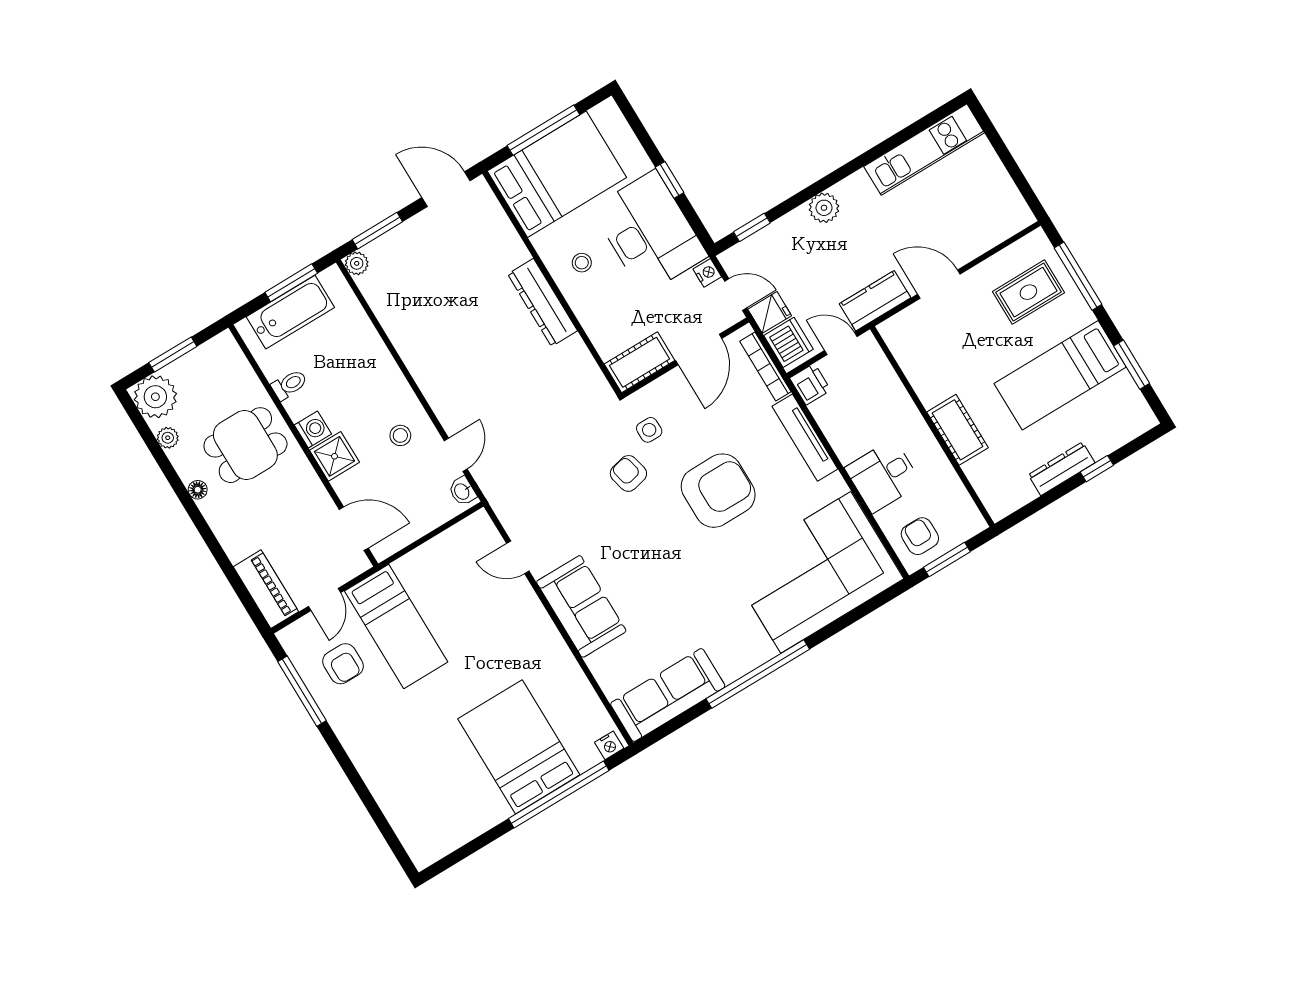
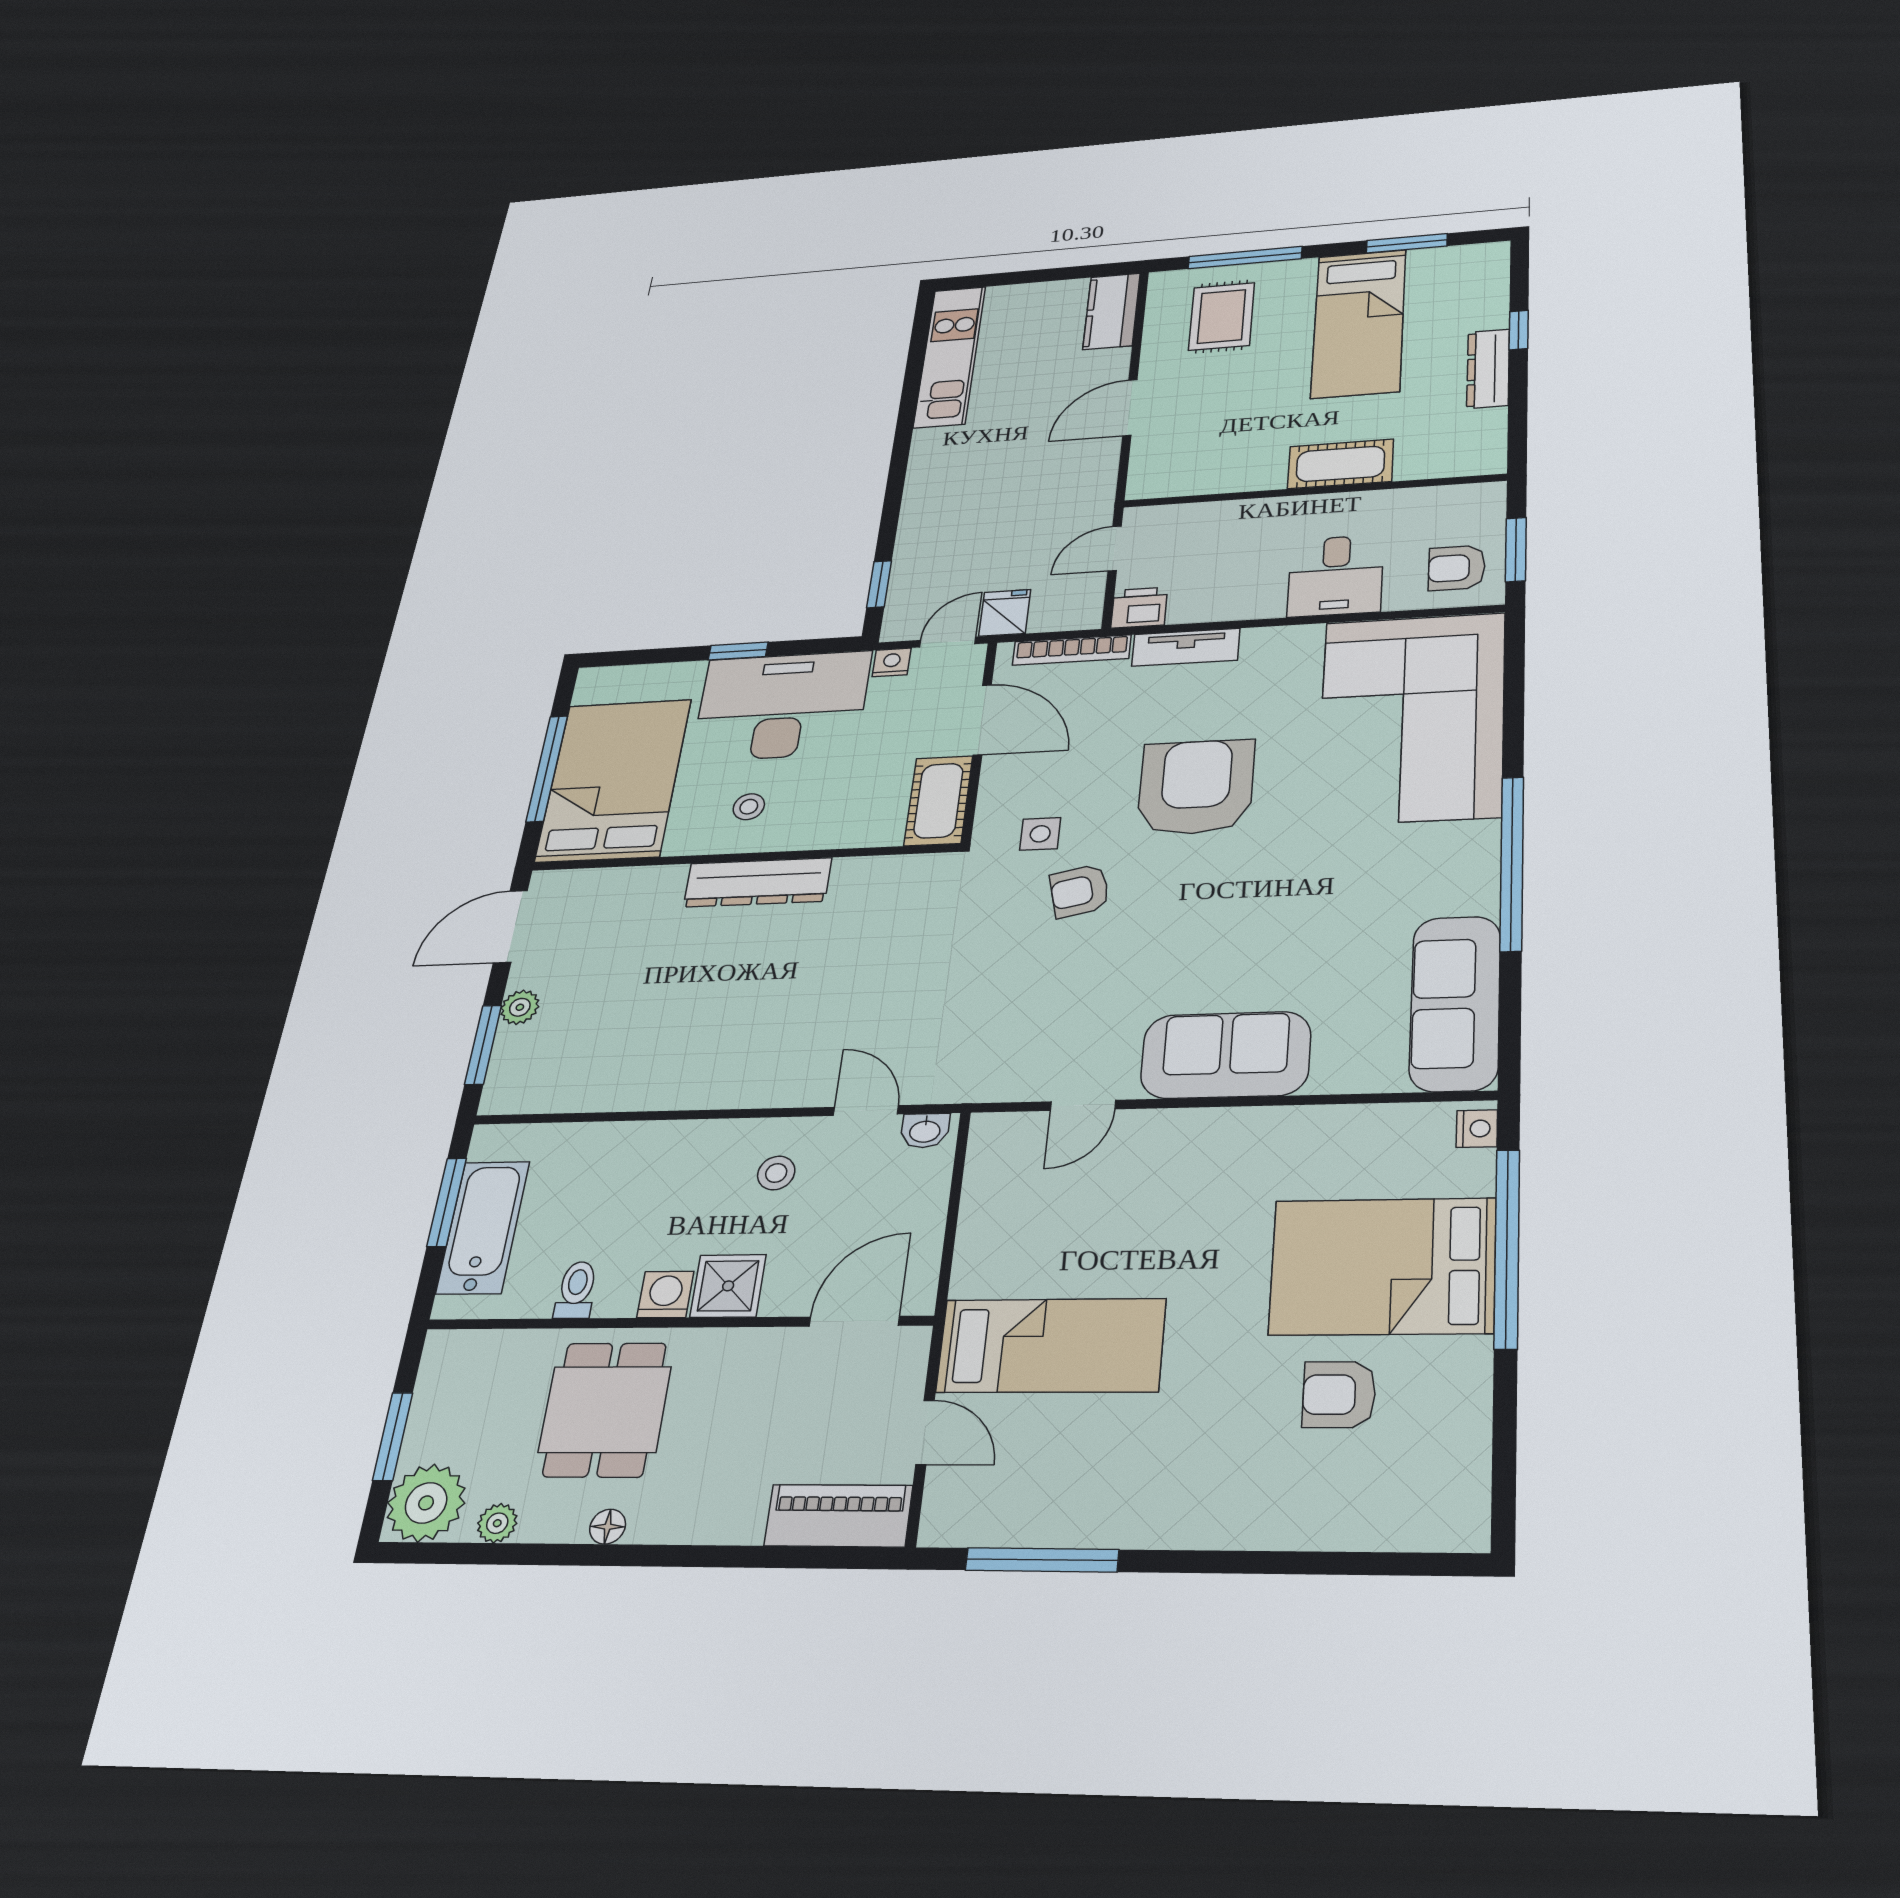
plant: (824, 208) -> (926, 493), removed
plant: (357, 263) -> (520, 1007), moved
kitchen counter: (875, 301) -> (1112, 311), moved
dishwasher: (789, 342) -> (1062, 608), removed
tv unit: (805, 438) -> (1186, 647), width x0.71
armchair: (343, 664) -> (1339, 1395), moved, turned 180

